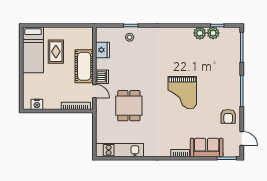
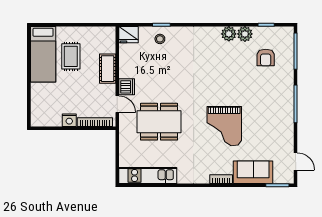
plant: (213, 33) -> (229, 34), moved
fridge: (103, 50) -> (128, 35), moved, turned 90
cot: (84, 66) -> (108, 69), width x0.73, depth x0.75
grand piano: (182, 93) -> (224, 126), moved
nightstand: (37, 104) -> (69, 120), moved
dining table: (129, 106) -> (159, 122), width x1.38
armchair: (228, 116) -> (266, 58), moved

